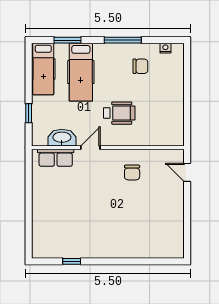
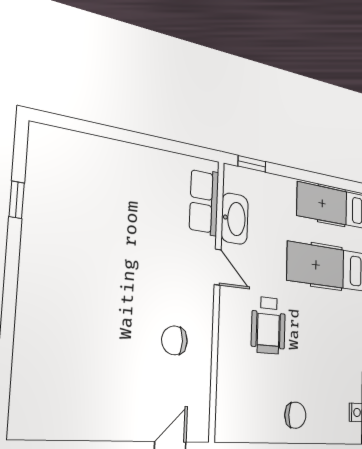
chair: (140, 66) -> (295, 415), moved, turned -90
window: (29, 113) -> (252, 164), moved

